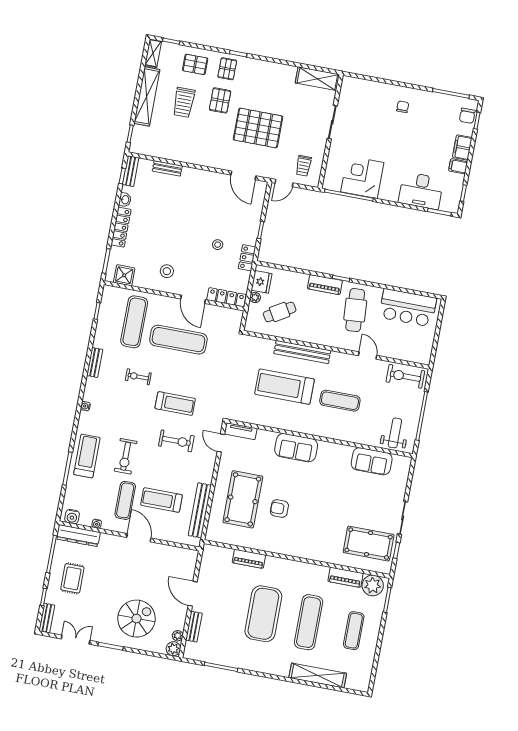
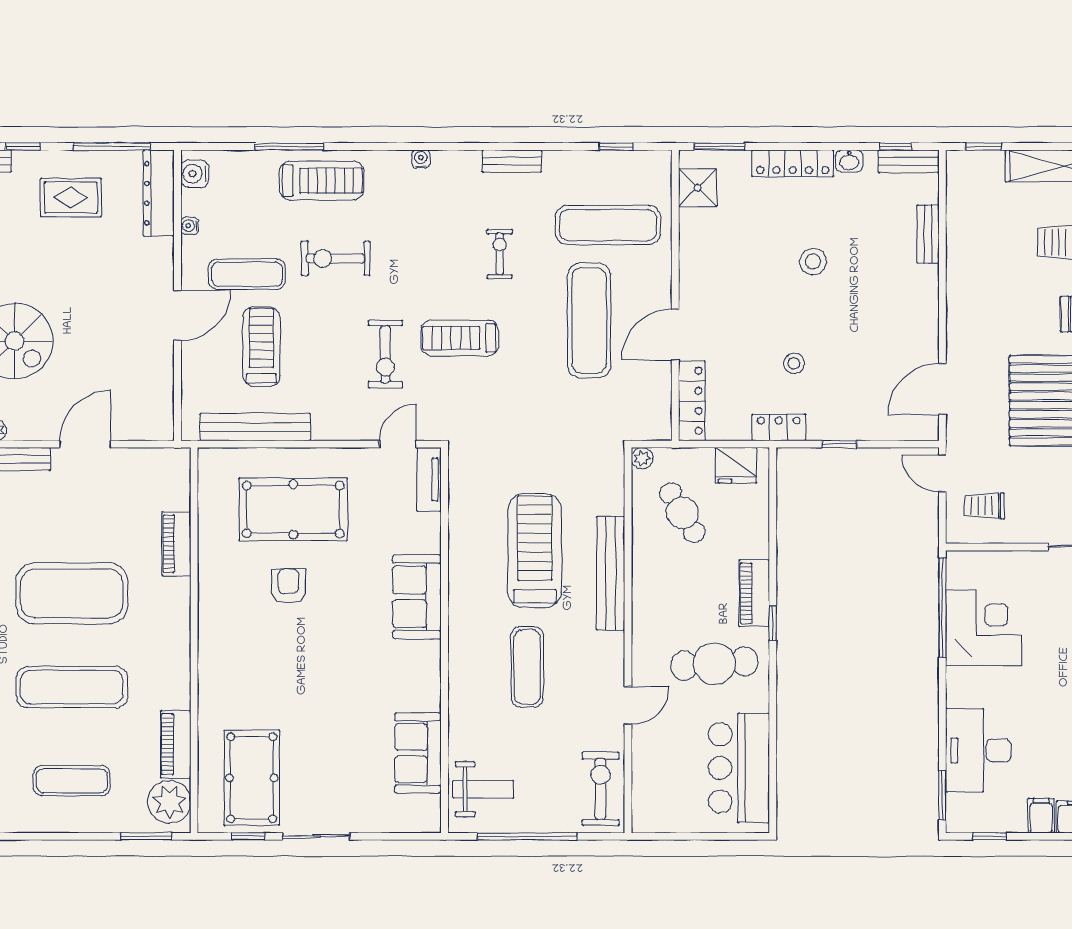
stool: (167, 271) -> (813, 261), moved
plant: (255, 297) -> (642, 458), moved
treadmill: (175, 404) -> (460, 338), turned 90

